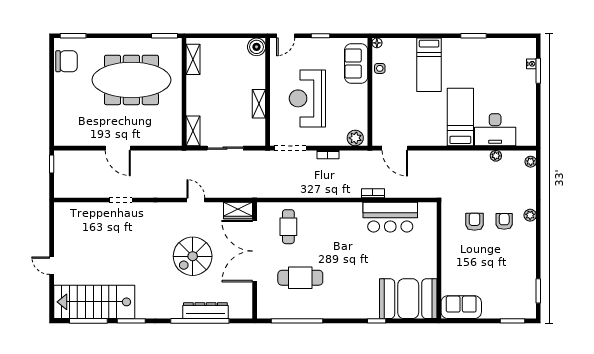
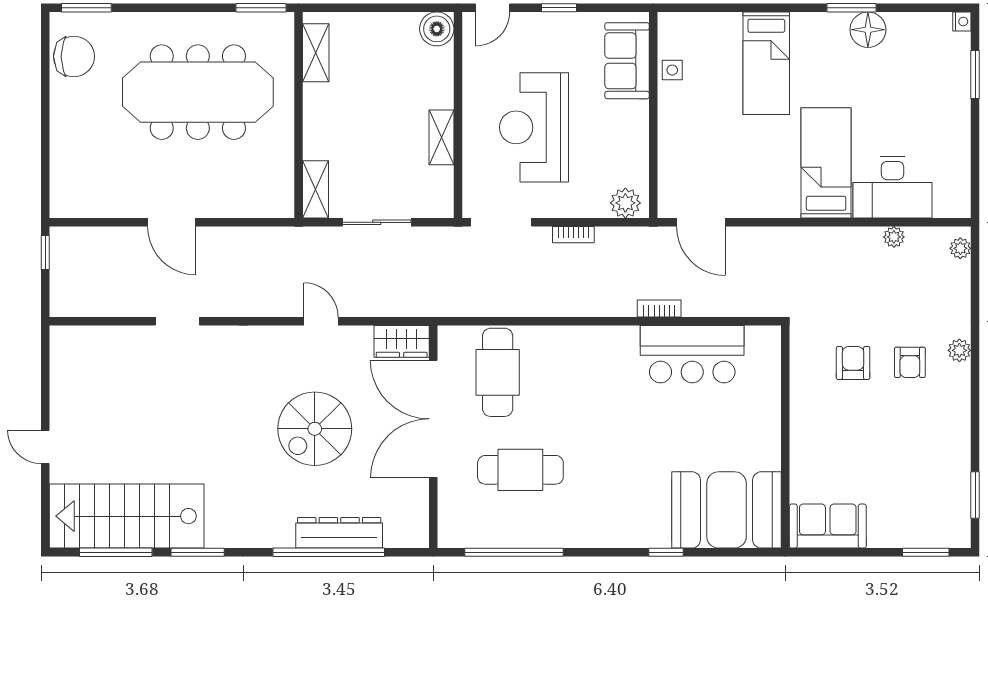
floor lamp: (377, 43) -> (868, 30), moved, width x1.89, depth x1.89
nightstand: (531, 64) -> (962, 21), moved
armchair: (504, 221) -> (910, 362), turned 180
cafe table: (288, 227) -> (498, 372), width x1.37, depth x1.35

